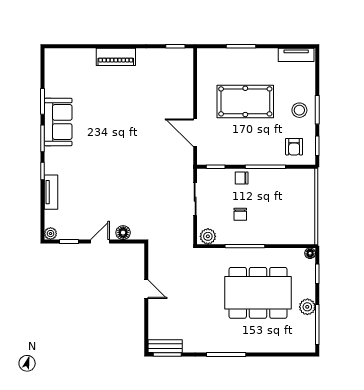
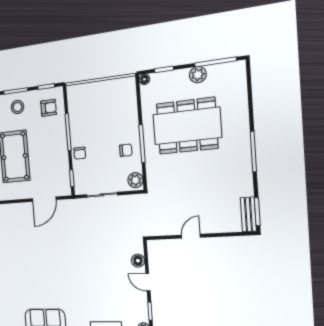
chair: (240, 214) -> (126, 150), moved
dining table: (258, 293) -> (187, 126), turned 90

